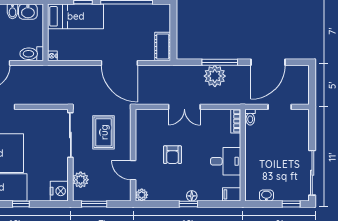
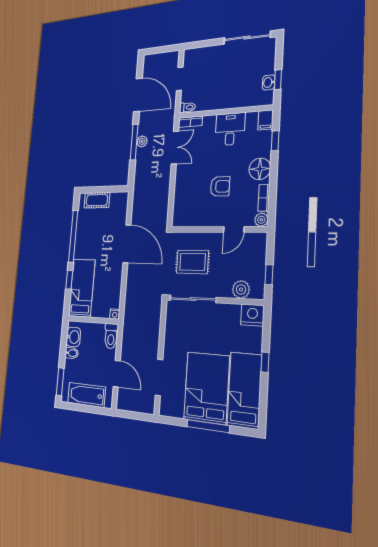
cot: (163, 47) -> (97, 200), moved
door: (119, 63) -> (127, 244), hinge flipped
plant: (215, 76) -> (142, 141), width x0.53, depth x0.53
double door: (184, 107) -> (175, 147), moved
bookcase: (161, 196) -> (264, 198), added
floor lamp: (192, 196) -> (260, 169), width x1.89, depth x1.89
window: (94, 204) -> (269, 275), width x0.67
window: (188, 204) -> (275, 141), moved
window: (291, 204) -> (278, 80), moved

